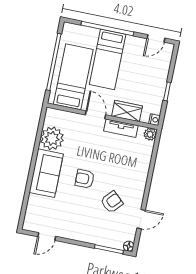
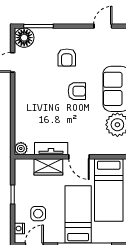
side table: (146, 68) -> (38, 214), added
nightstand: (154, 120) -> (19, 229), moved
armchair: (112, 202) -> (67, 58), moved, turned -42
floor lamp: (129, 246) -> (24, 38), width x1.89, depth x1.89

